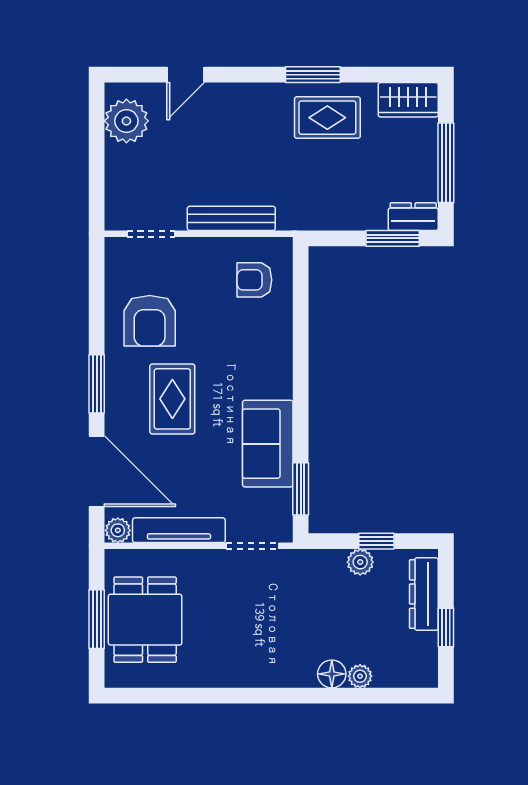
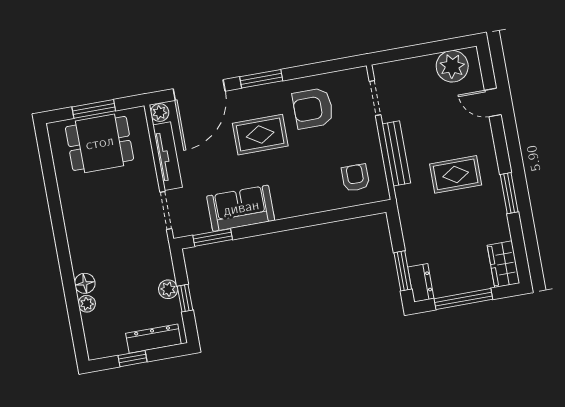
rug: (327, 118) -> (456, 174), moved, turned 90

